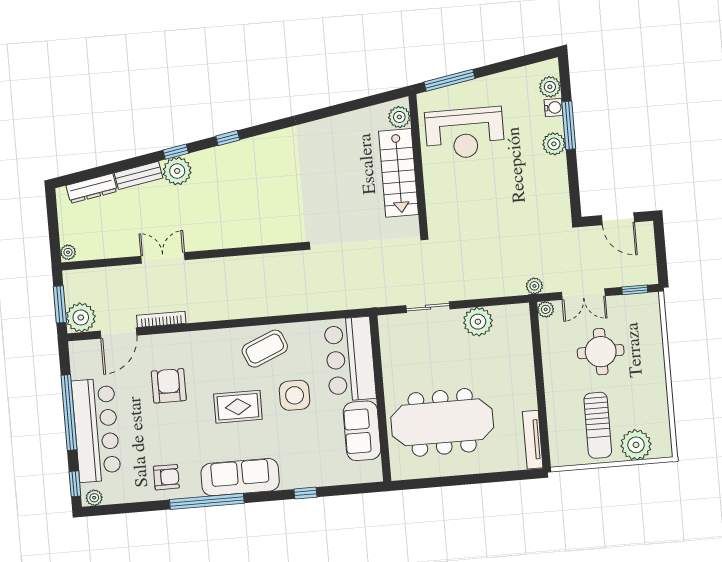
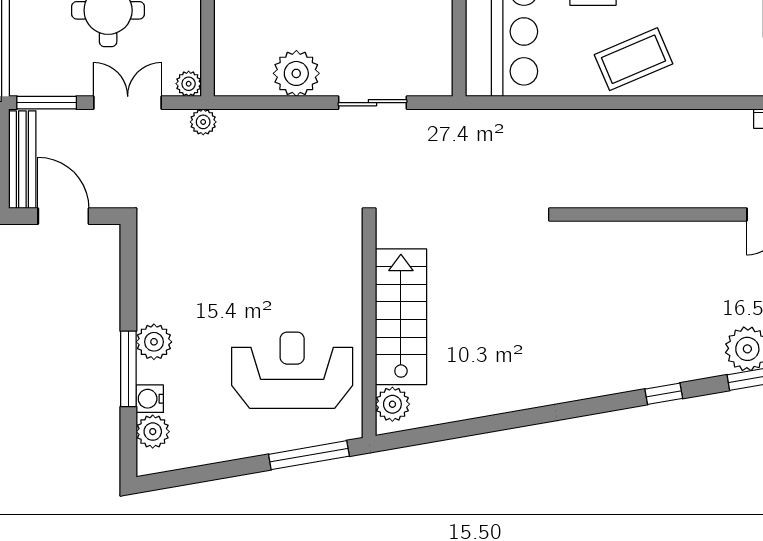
bench: (647, 252) -> (22, 160), added
window: (635, 290) -> (47, 103), width x1.50

